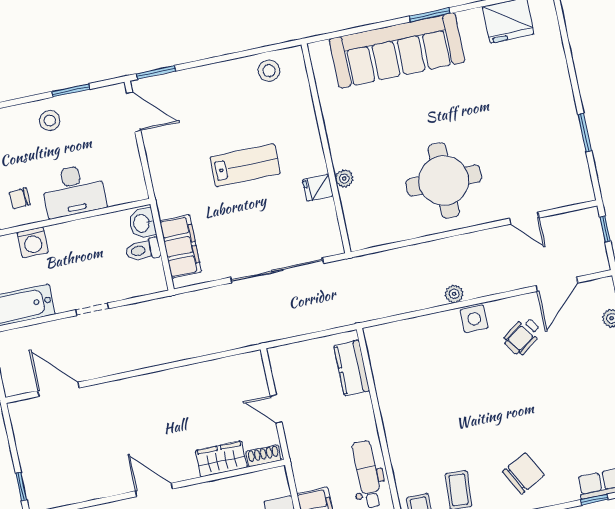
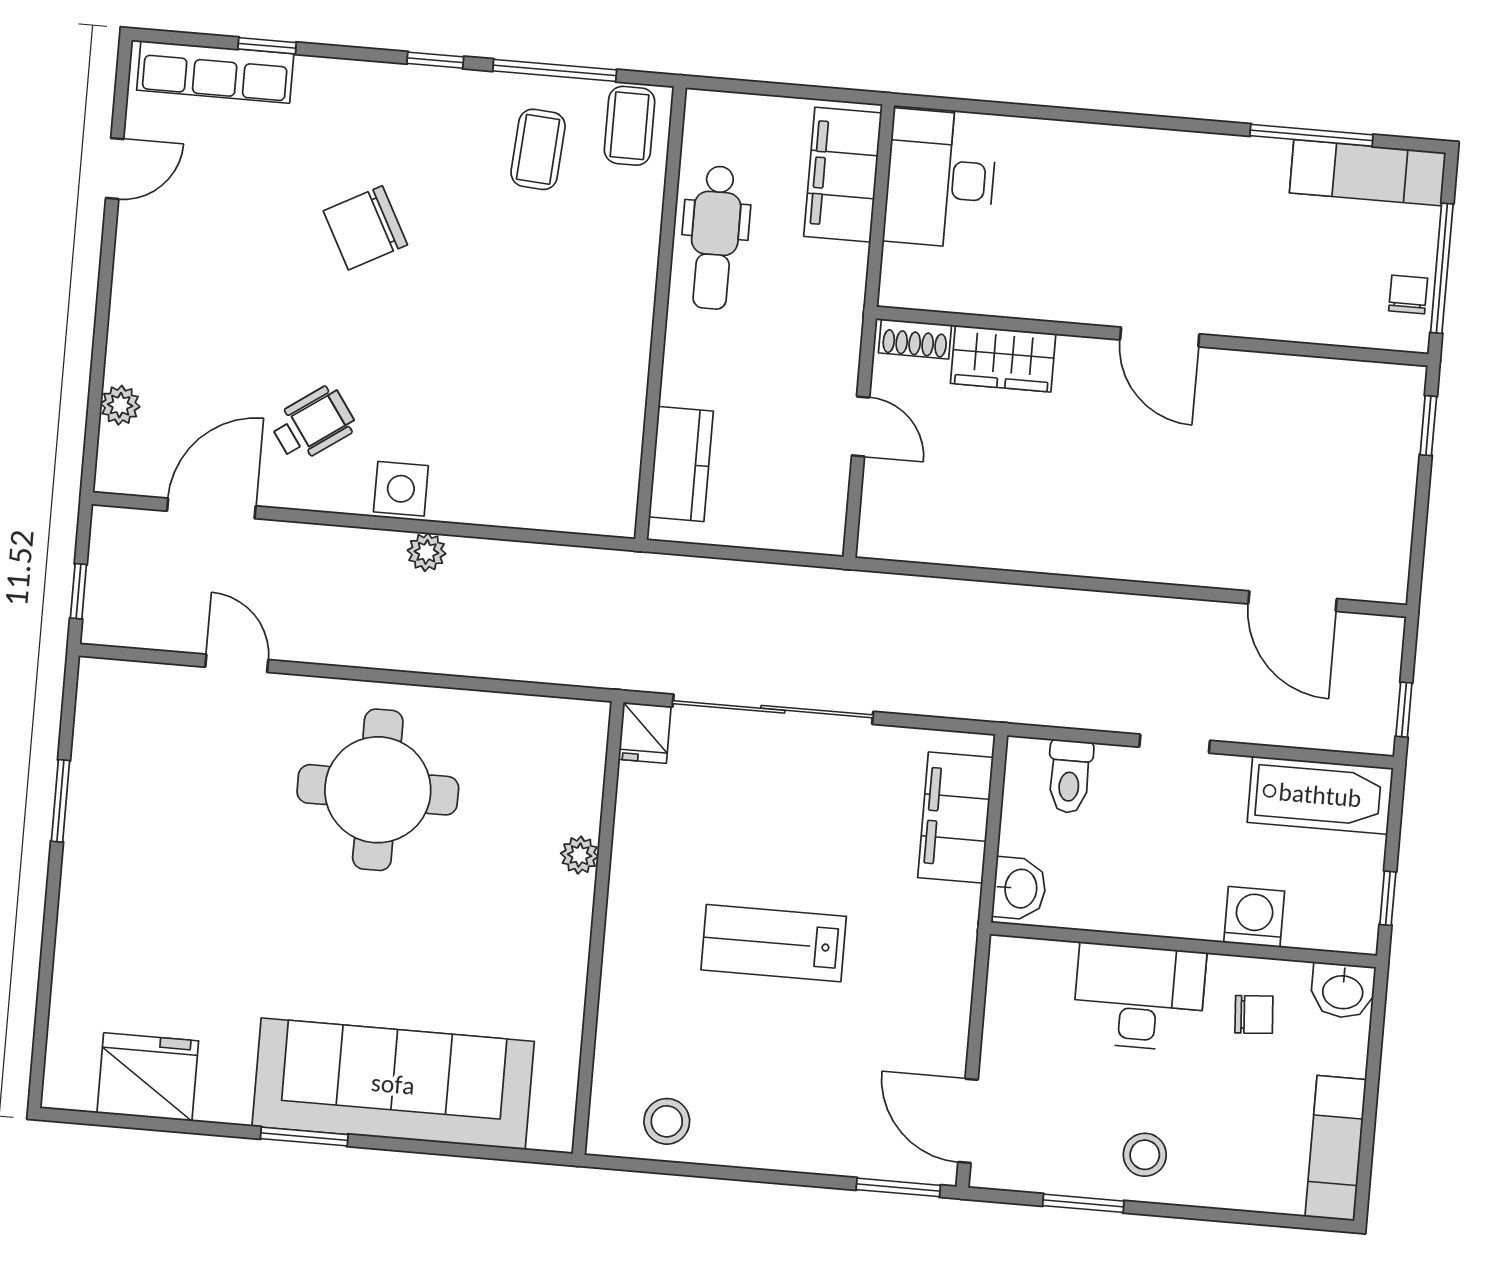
fridge: (318, 188) -> (645, 733), moved, turned 90
toilet: (143, 250) -> (1070, 777), moved, turned 90
chair: (523, 473) -> (365, 228), moved

